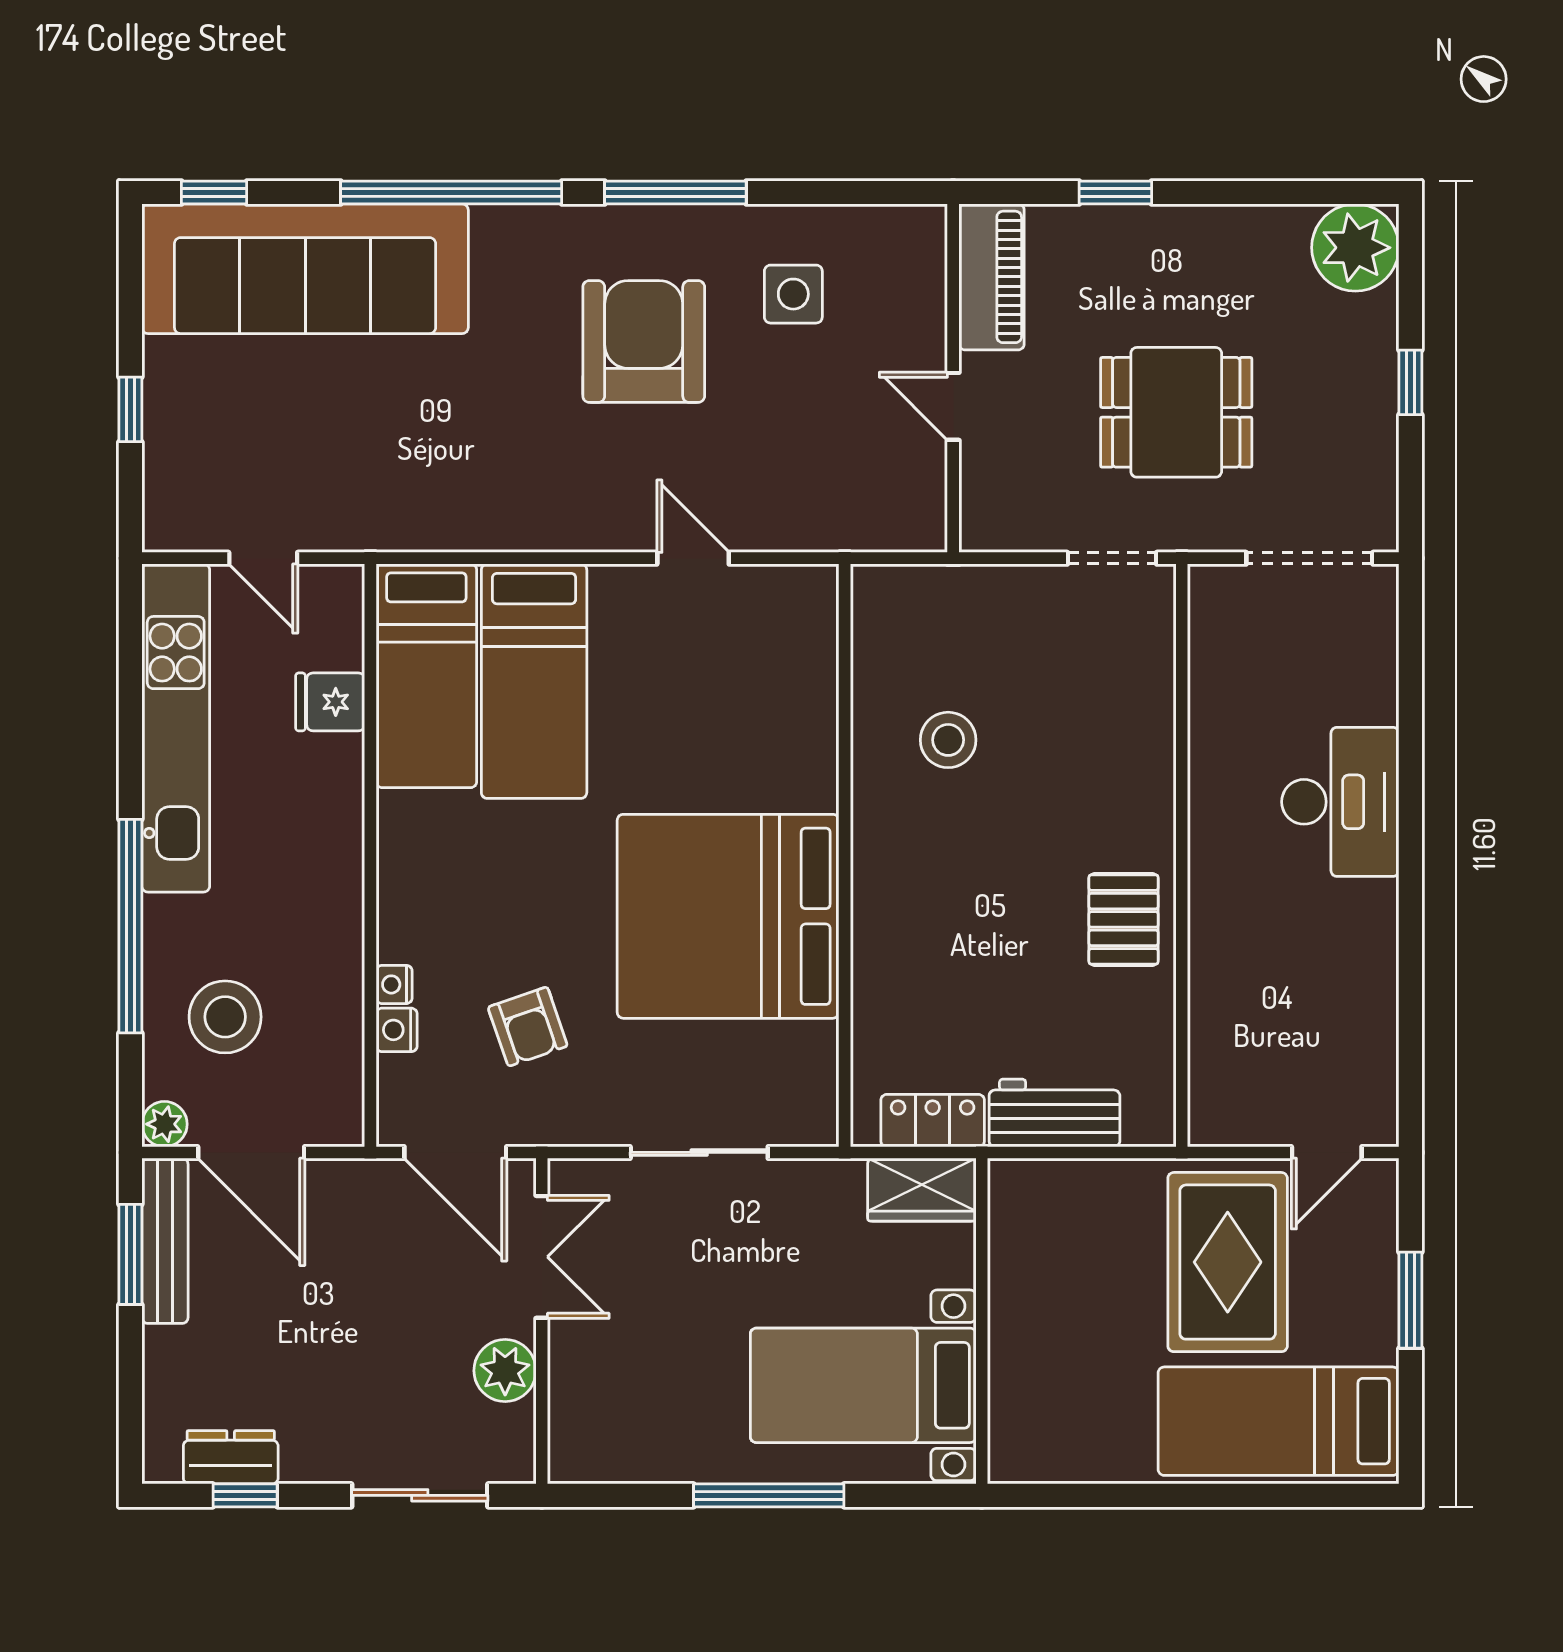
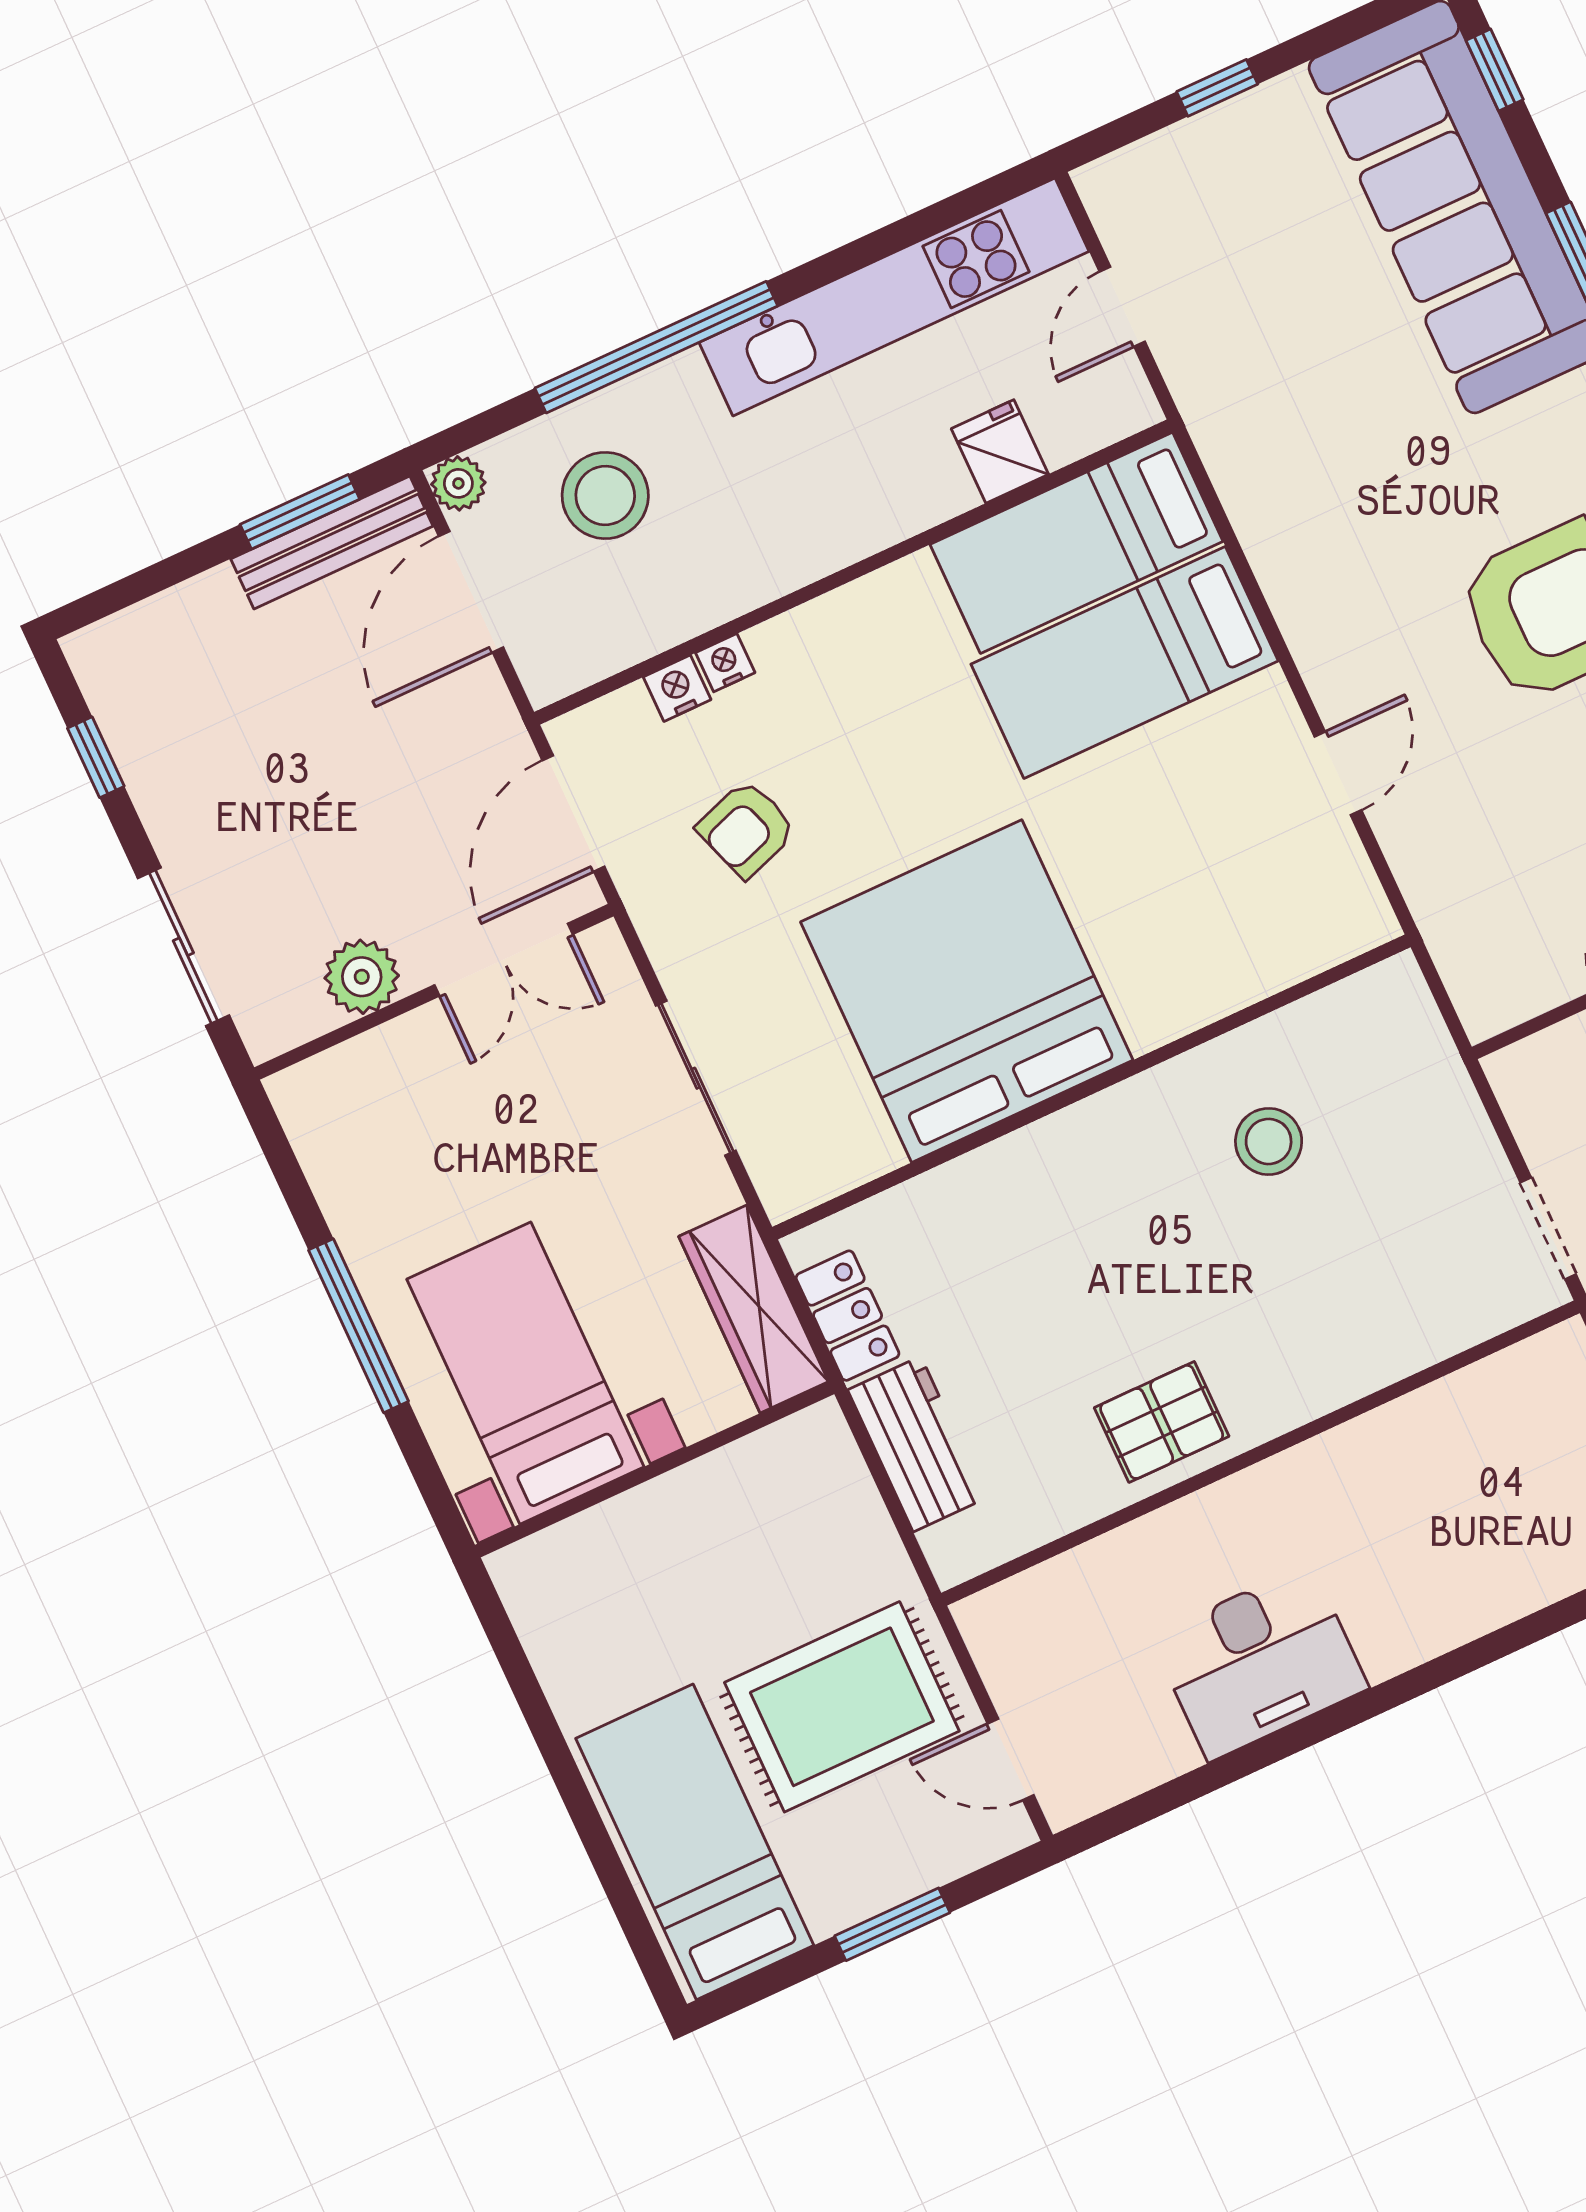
desk: (1340, 802) -> (1260, 1662), moved
wardrobe: (922, 1190) -> (754, 1309), width x1.50
dresser: (231, 1457) -> (130, 722), removed

